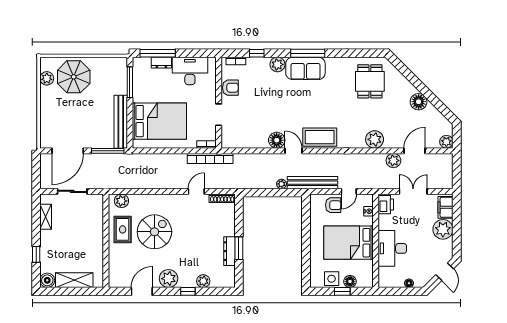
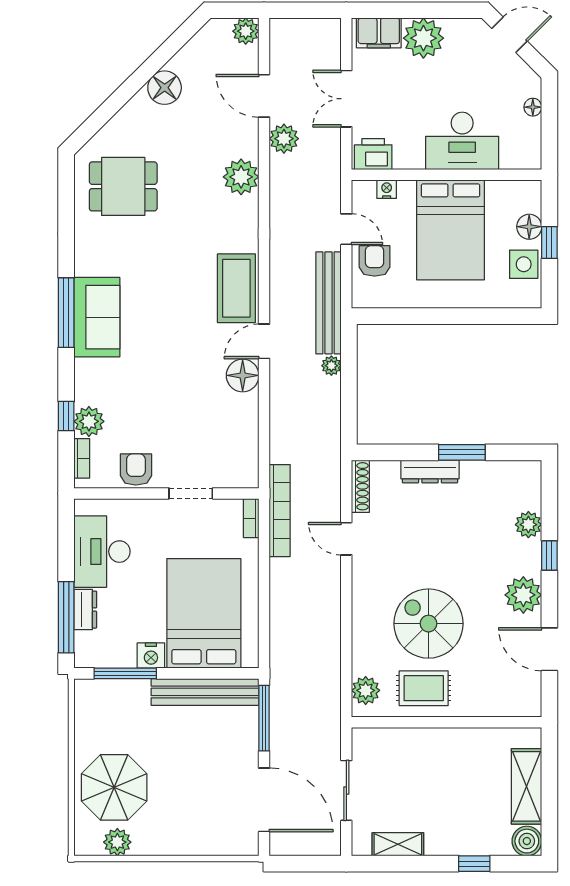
plant: (277, 64) -> (89, 421), moved
nightstand: (139, 95) -> (151, 656), added
dresser: (229, 251) -> (430, 471), moved

